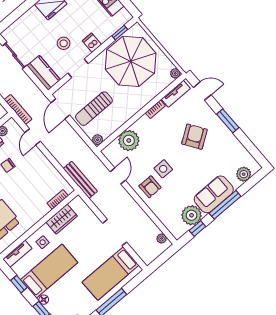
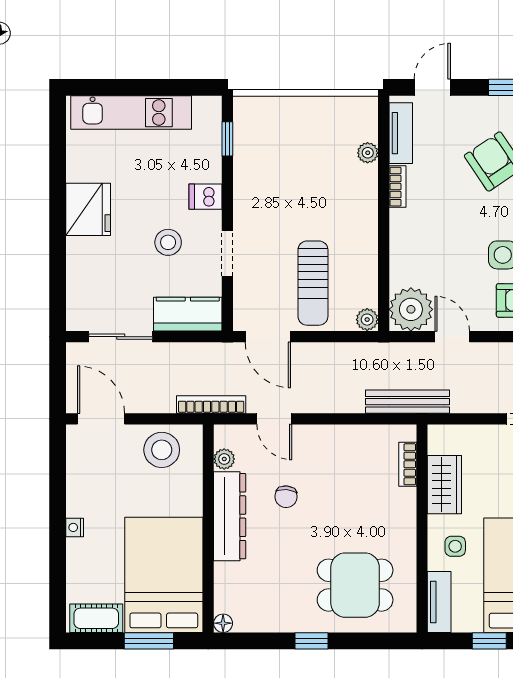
parasol: (131, 61) -> (288, 160), removed
plant: (175, 73) -> (368, 153), moved
plant: (129, 140) -> (411, 309), moved

